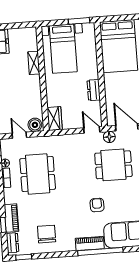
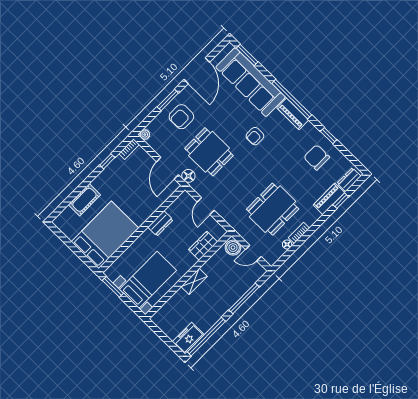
shelving: (34, 63) -> (194, 281), moved
wardrobe: (55, 119) -> (203, 246), moved
door: (92, 130) -> (206, 206), moved
door: (19, 135) -> (253, 253), hinge flipped
chair: (47, 234) -> (317, 157), turned 90
window: (24, 257) -> (329, 136), moved

